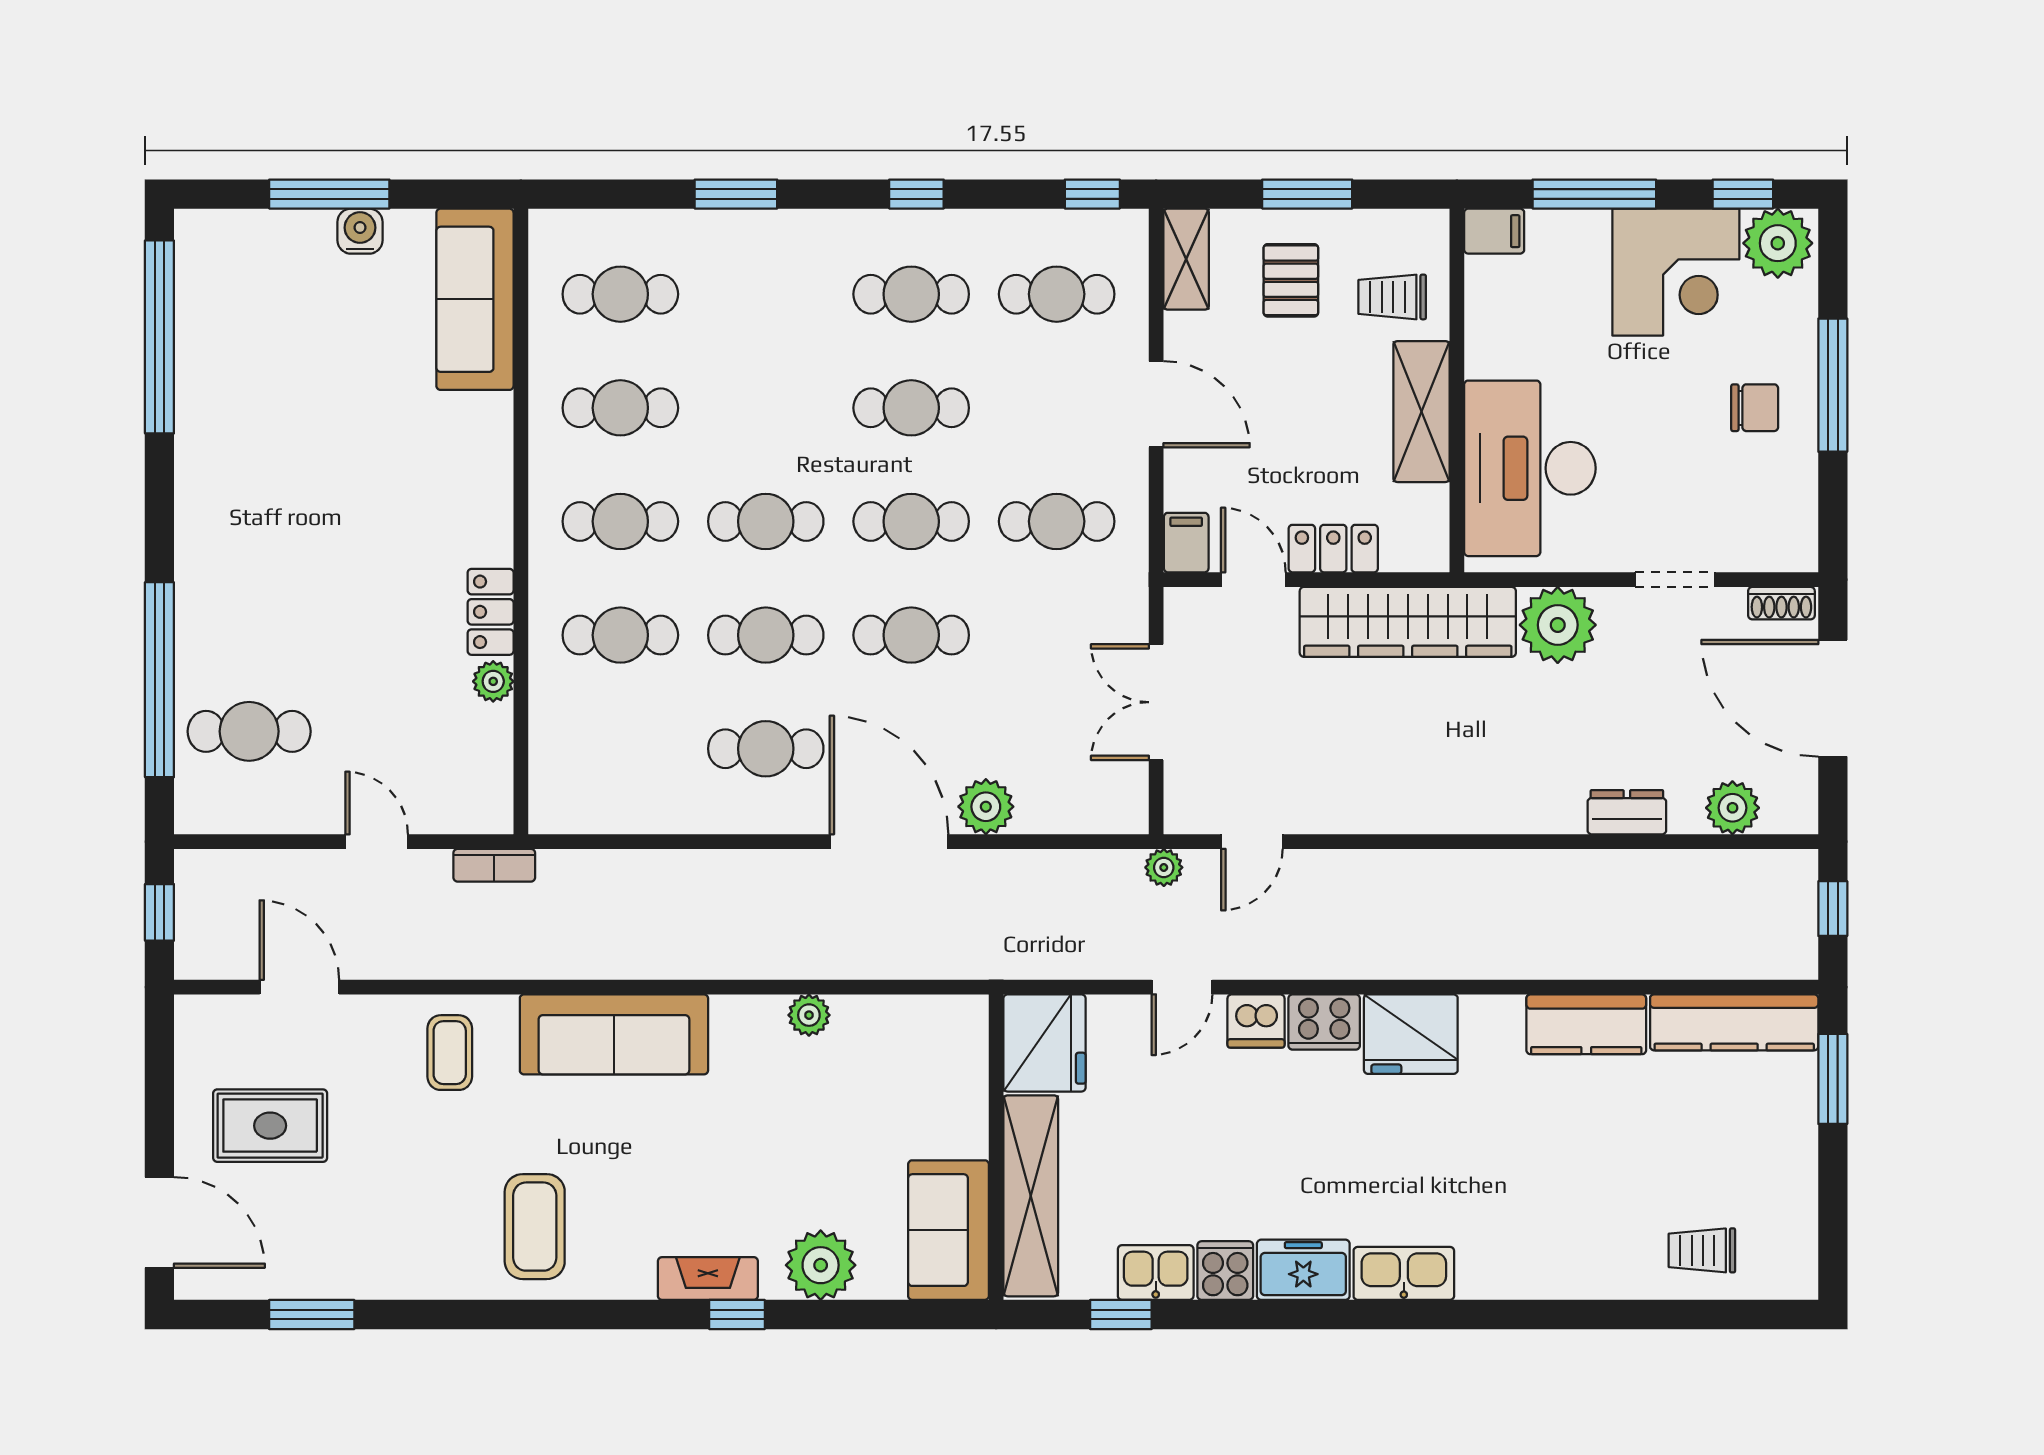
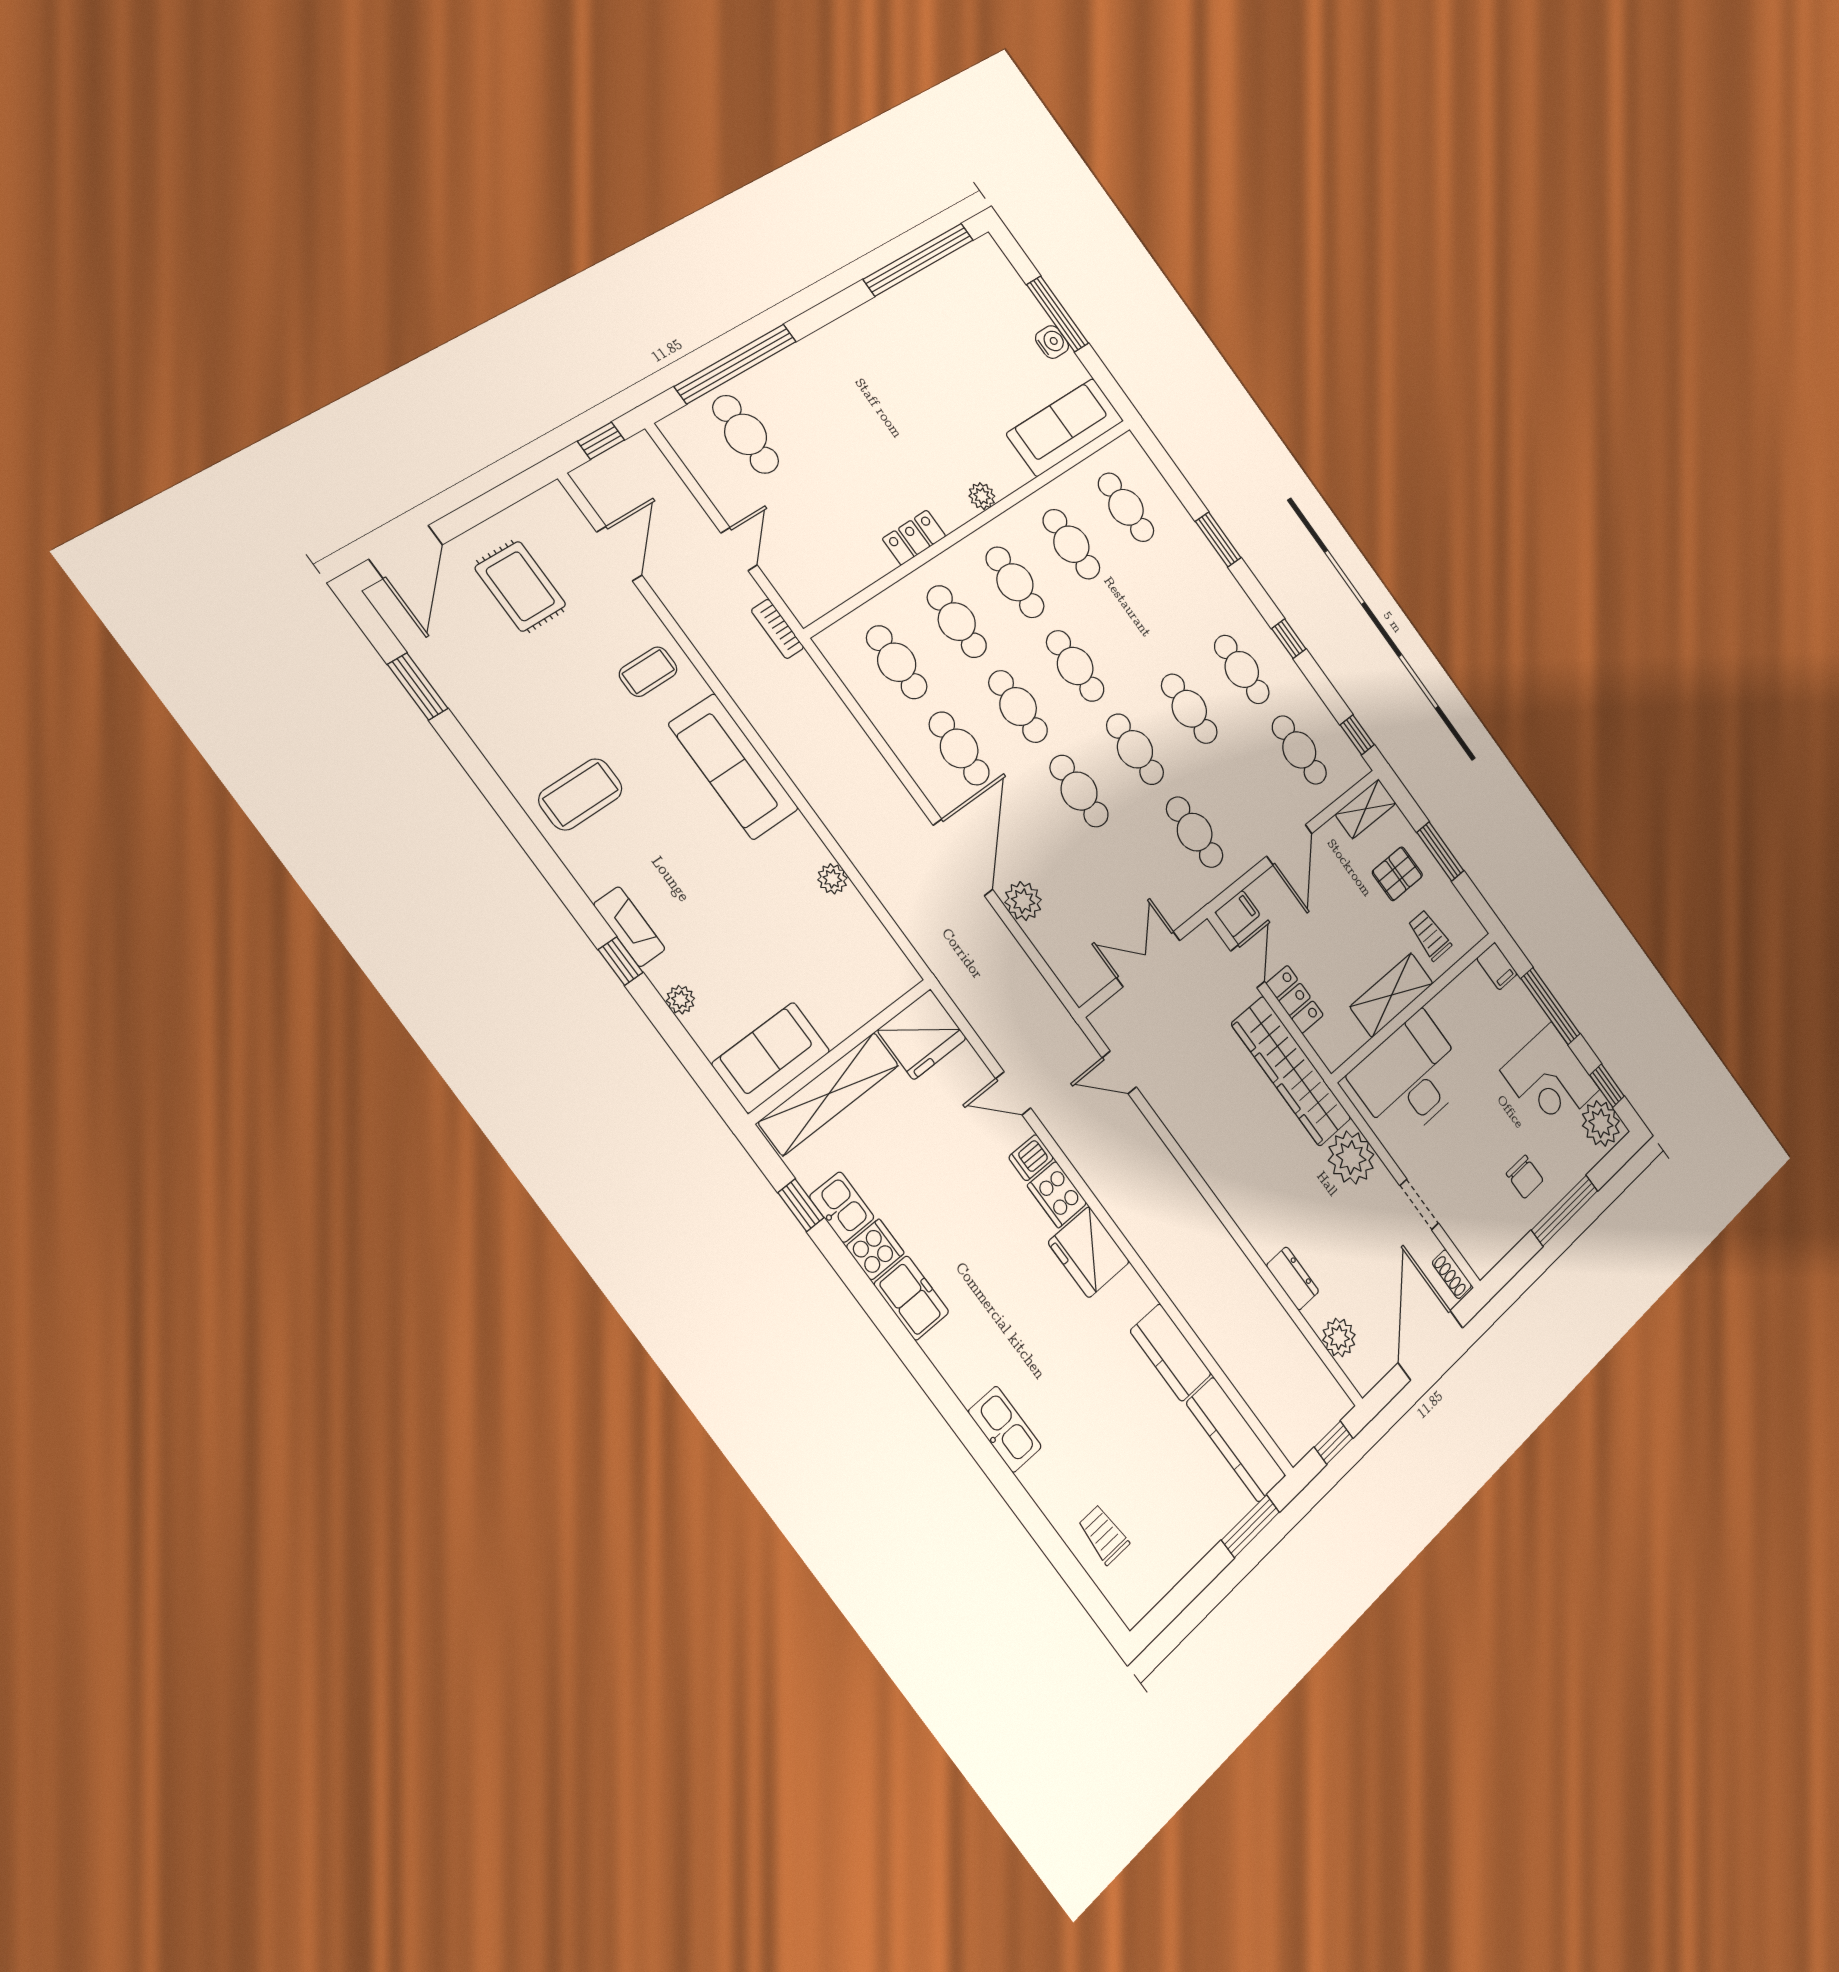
plant: (493, 681) -> (982, 496), moved
cafe table: (620, 749) -> (897, 662), added
plant: (1164, 867) -> (1068, 1031), removed
dishwasher: (1256, 1021) -> (1031, 1158), width x0.73
plant: (821, 1265) -> (681, 1000), width x0.53, depth x0.53
kitchen sink: (1404, 1273) -> (1005, 1429), moved

